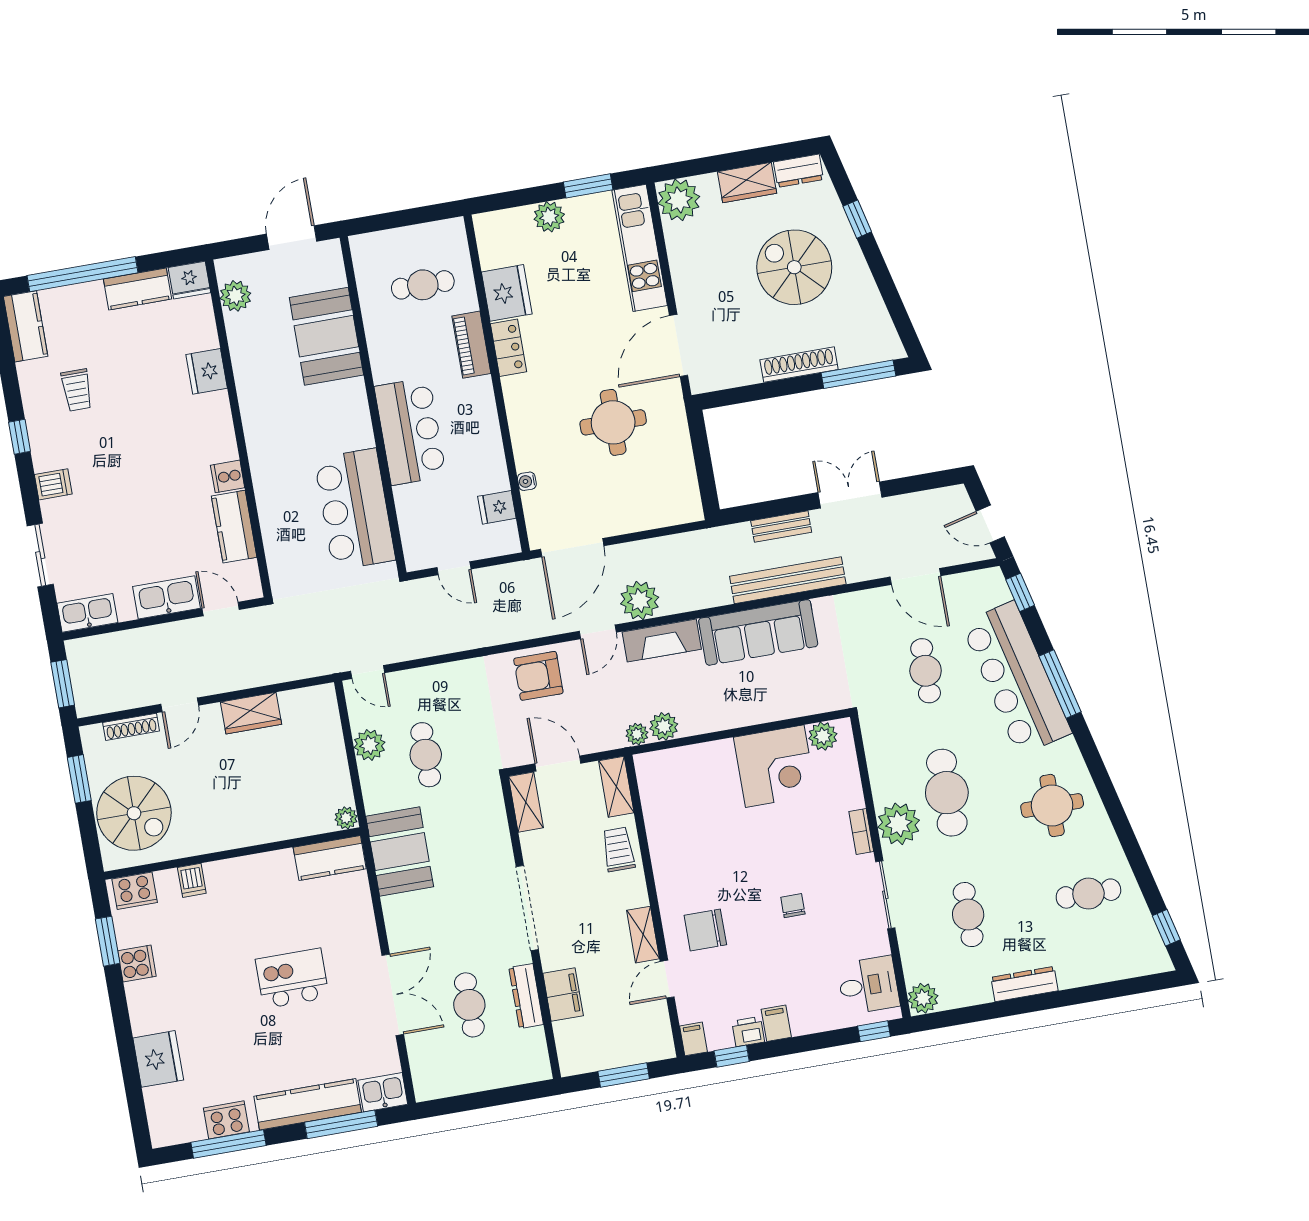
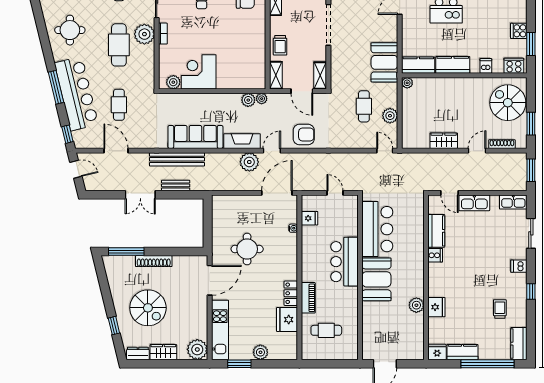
plant: (235, 296) -> (416, 305), moved
booth: (326, 336) -> (376, 279), moved
kitchen counter: (260, 871) -> (453, 65), added

